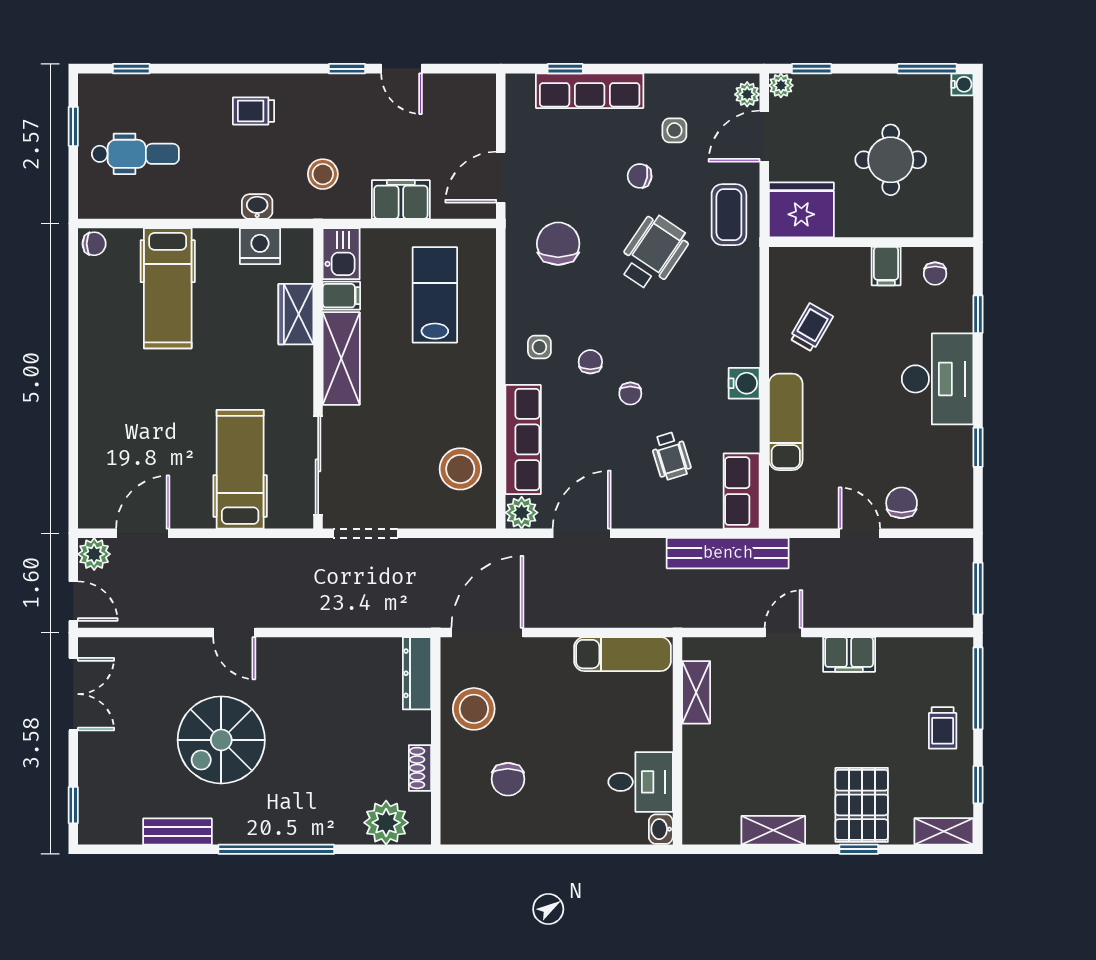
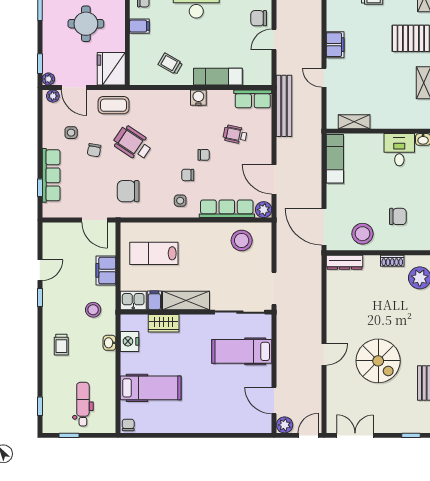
wheelchair: (671, 456) -> (235, 134), turned -151

